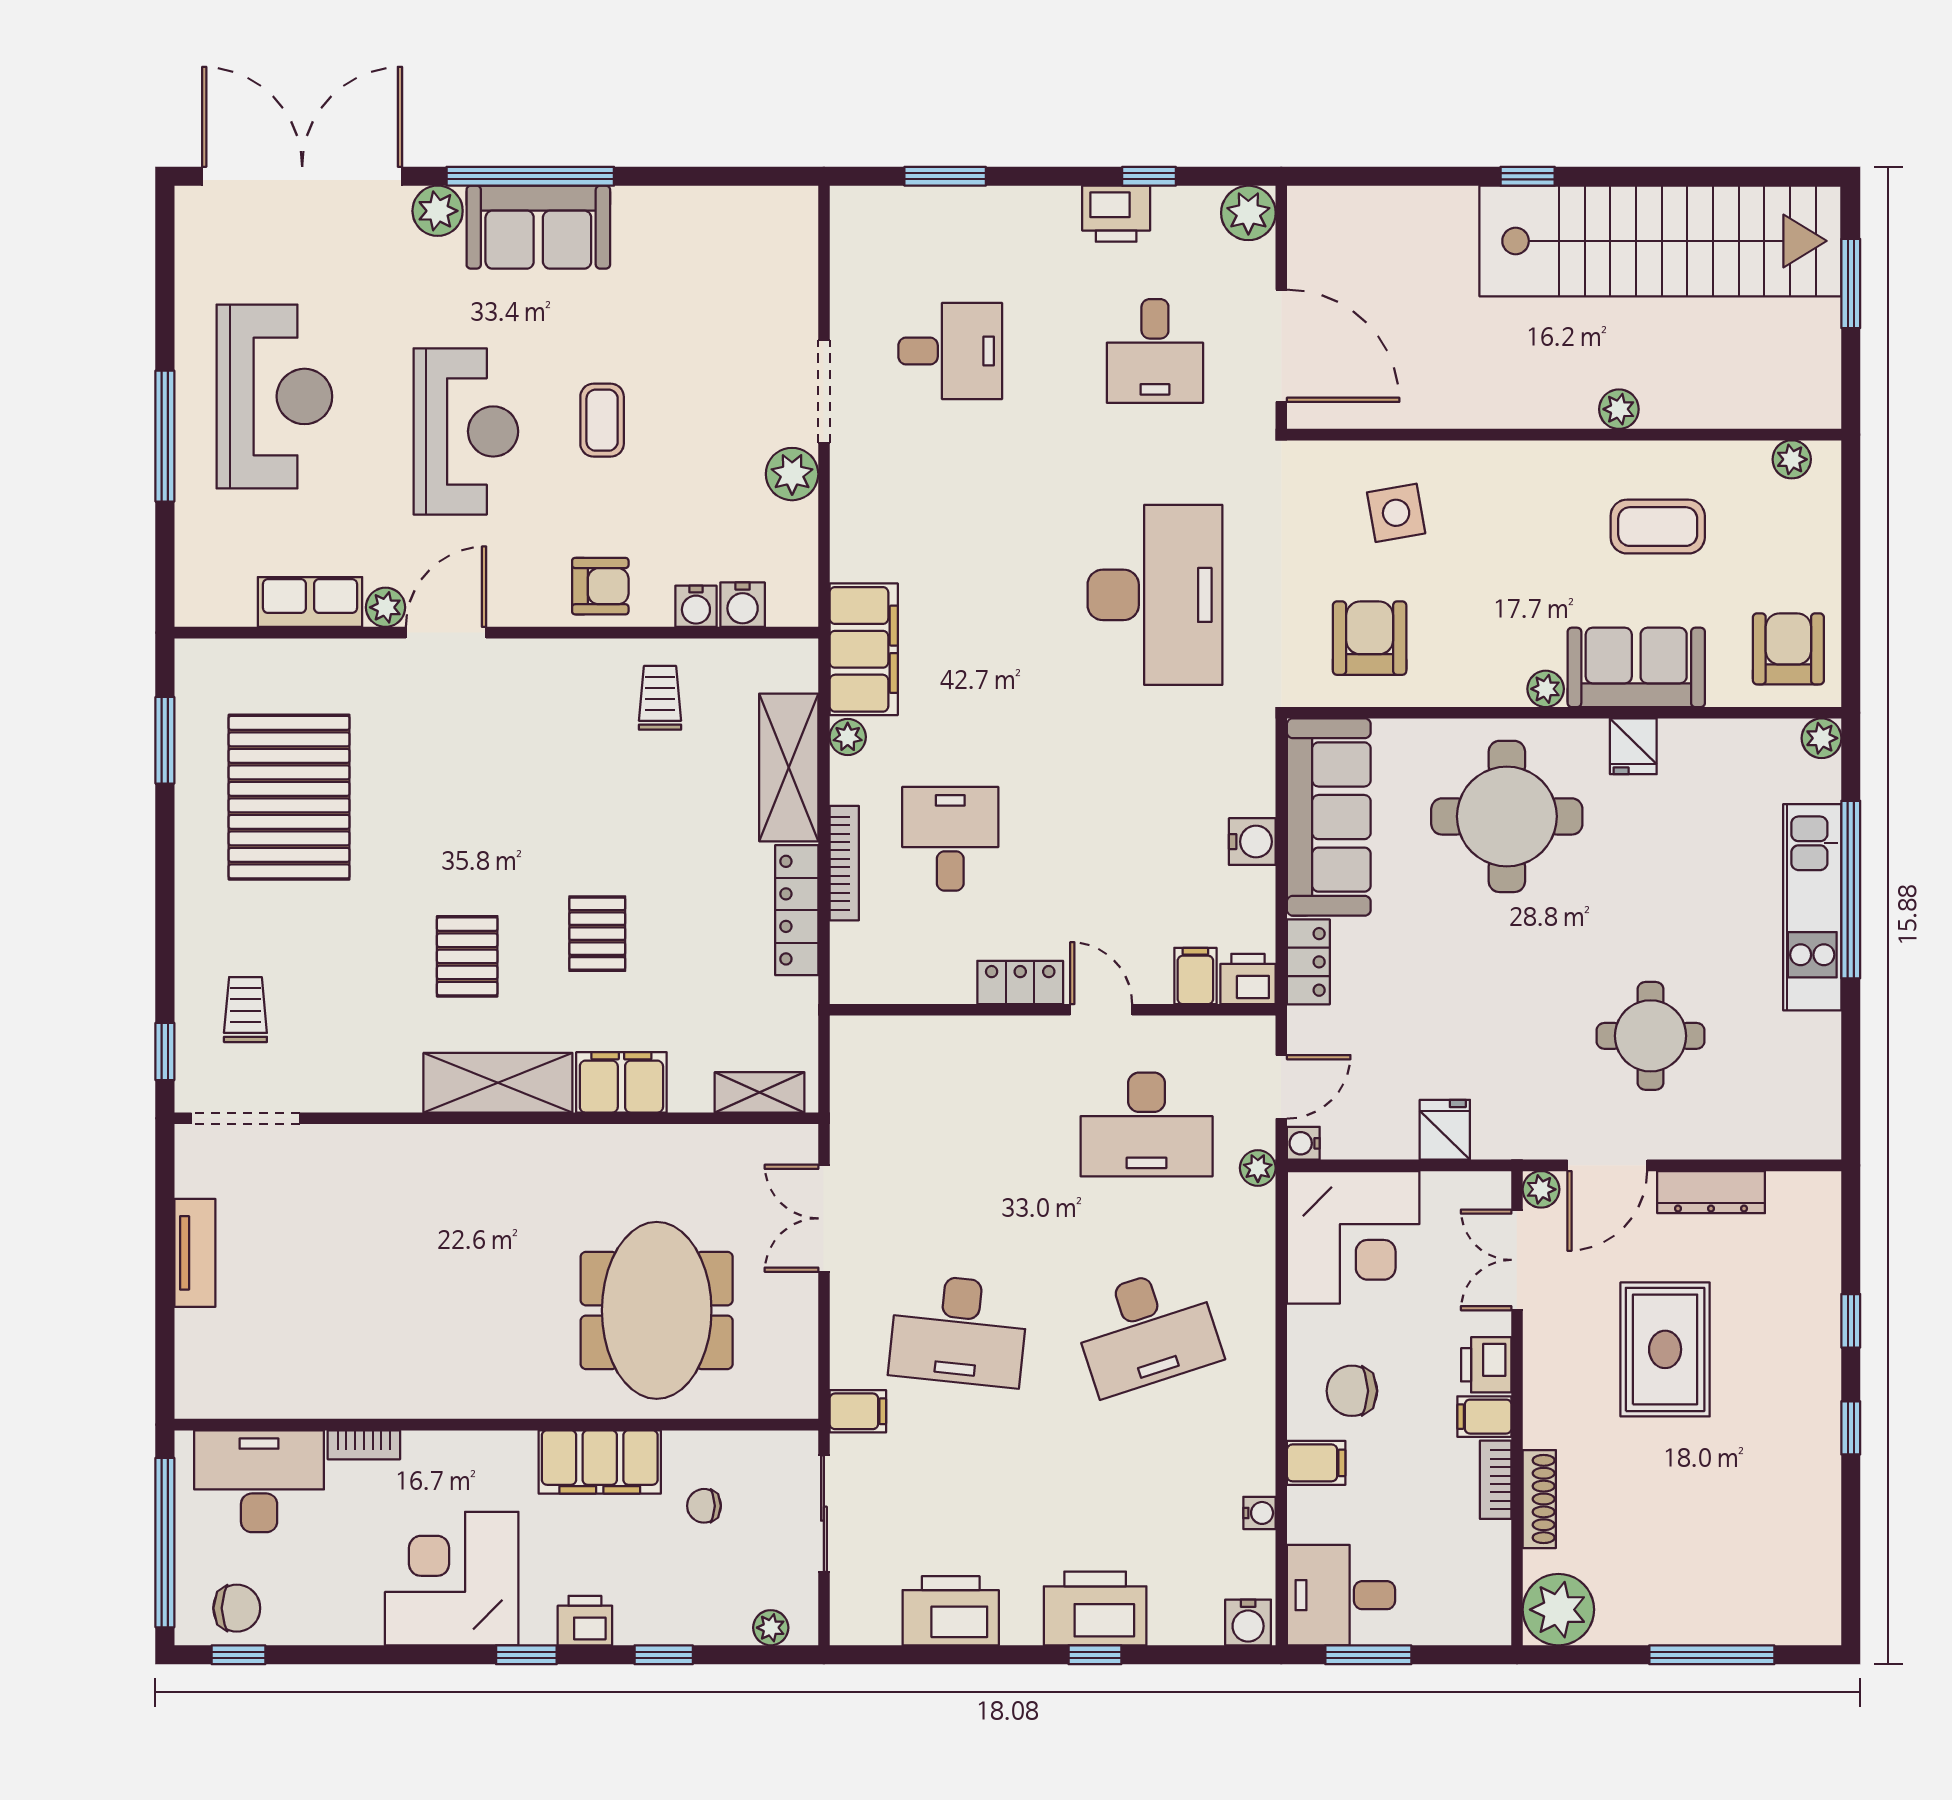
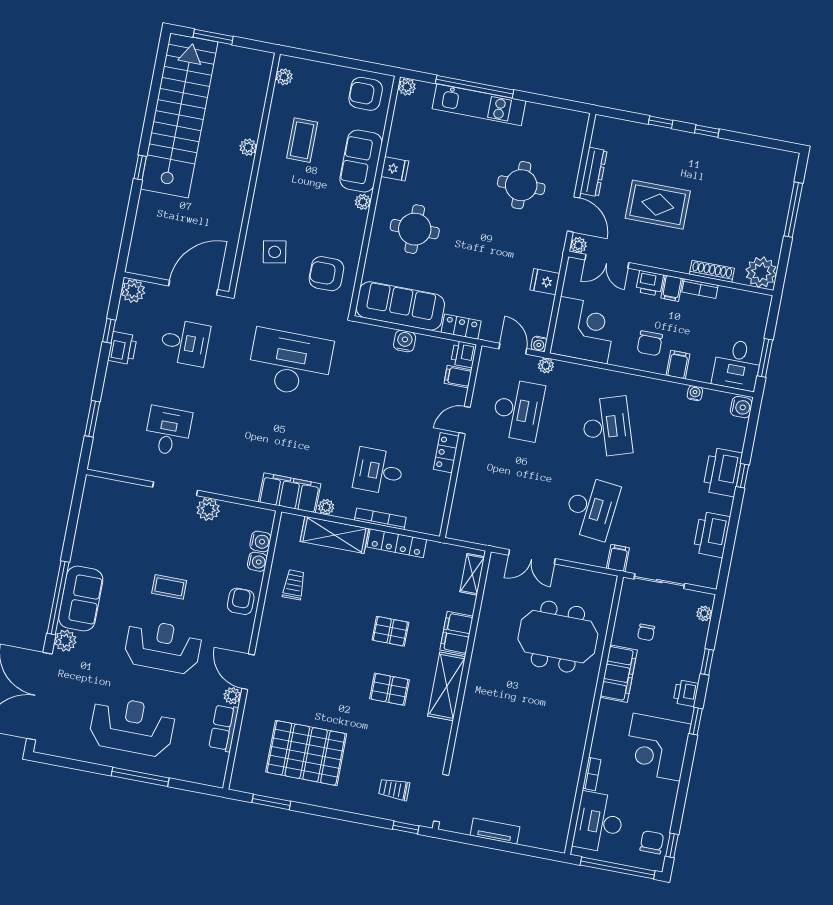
trolley: (660, 698) -> (294, 585), turned 90
round table: (1507, 816) -> (415, 229), width x0.73, depth x0.73

